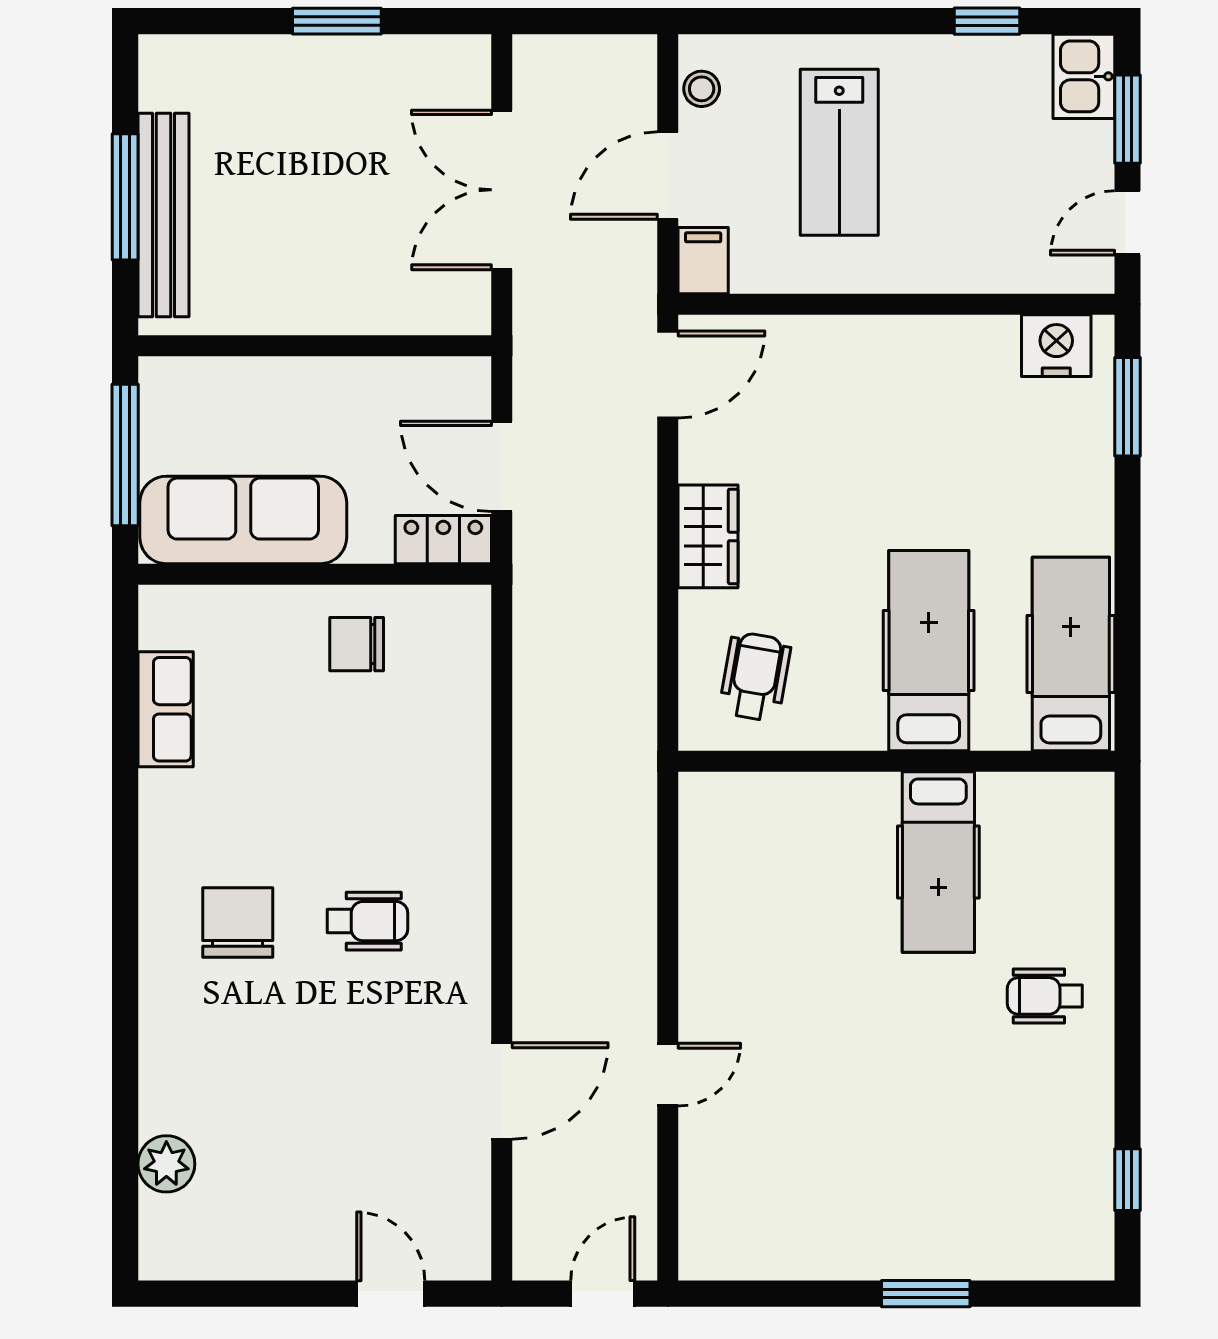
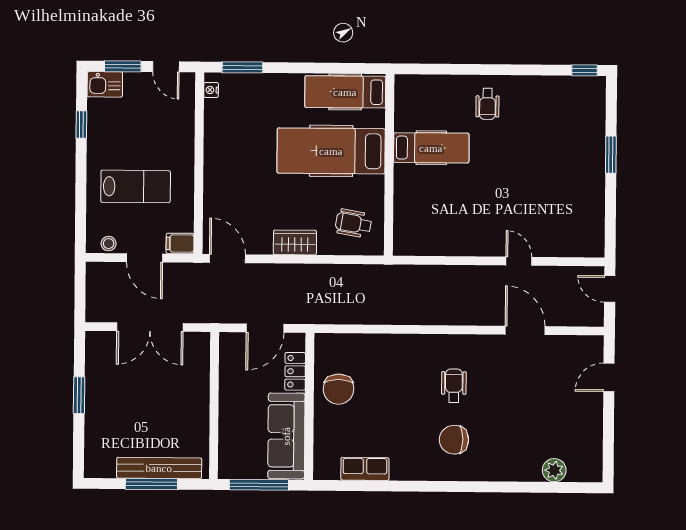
nightstand: (1056, 346) -> (211, 90), width x0.53, depth x0.56
locker: (443, 540) -> (295, 371), moved
chair: (357, 644) -> (339, 389), width x1.37, depth x1.37
hospital bed: (929, 651) -> (331, 151), width x1.37, depth x1.29
window: (1127, 1180) -> (584, 70), moved

